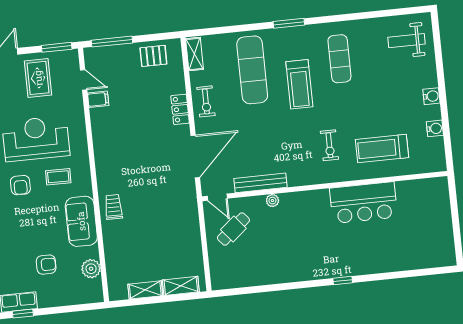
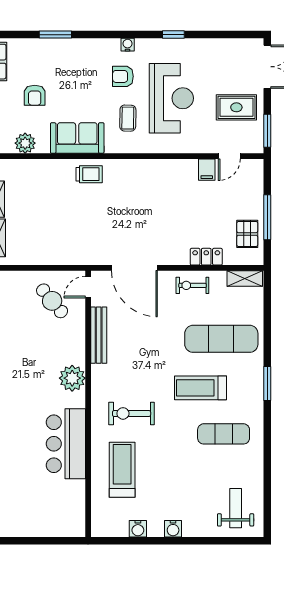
window: (112, 42) -> (267, 217), moved
locker: (180, 109) -> (206, 257), moved
exercise bike: (329, 145) -> (132, 413), width x1.38, depth x1.39
plant: (272, 201) -> (72, 378), moved, width x1.88, depth x1.88

